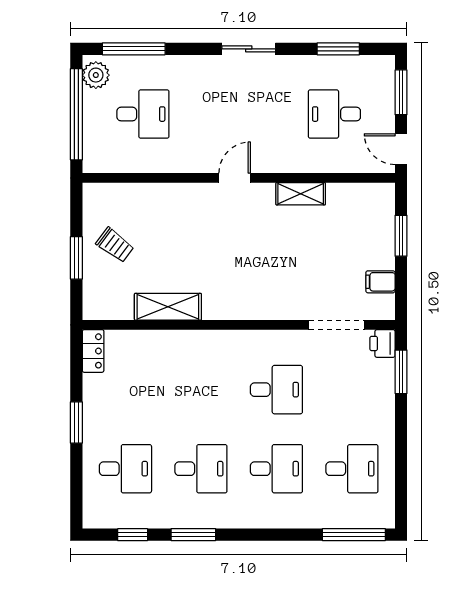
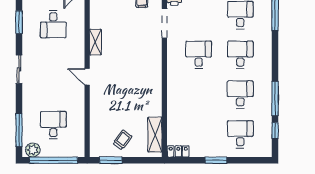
window: (76, 258) -> (111, 160), moved
shelving: (168, 307) -> (155, 135), moved
window: (193, 535) -> (275, 99), width x1.44

